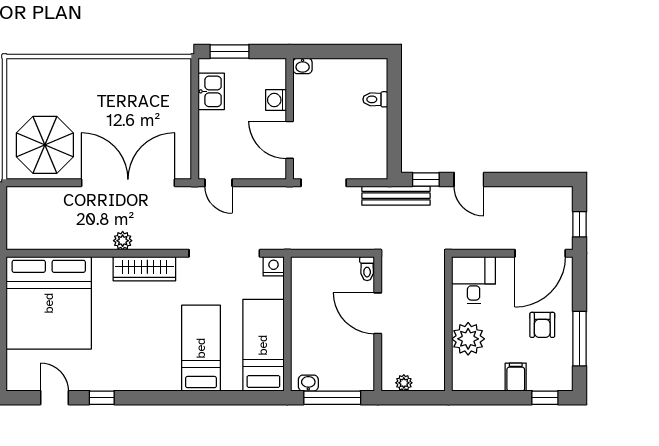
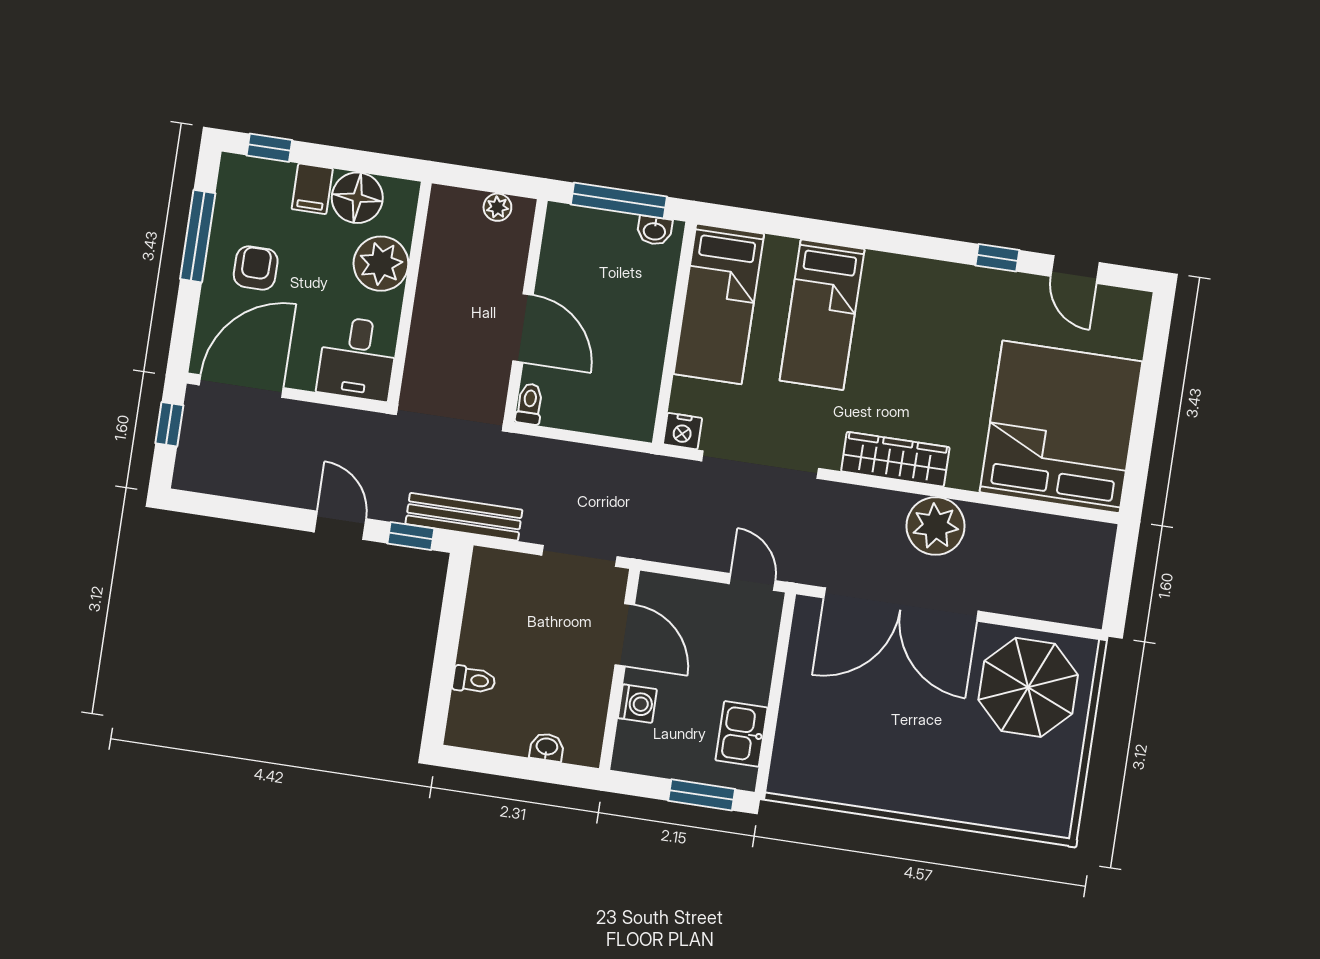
washbasin: (303, 66) -> (547, 747), moved
plant: (123, 241) -> (935, 526), width x1.87, depth x1.87
floor lamp: (488, 376) -> (357, 198), added

